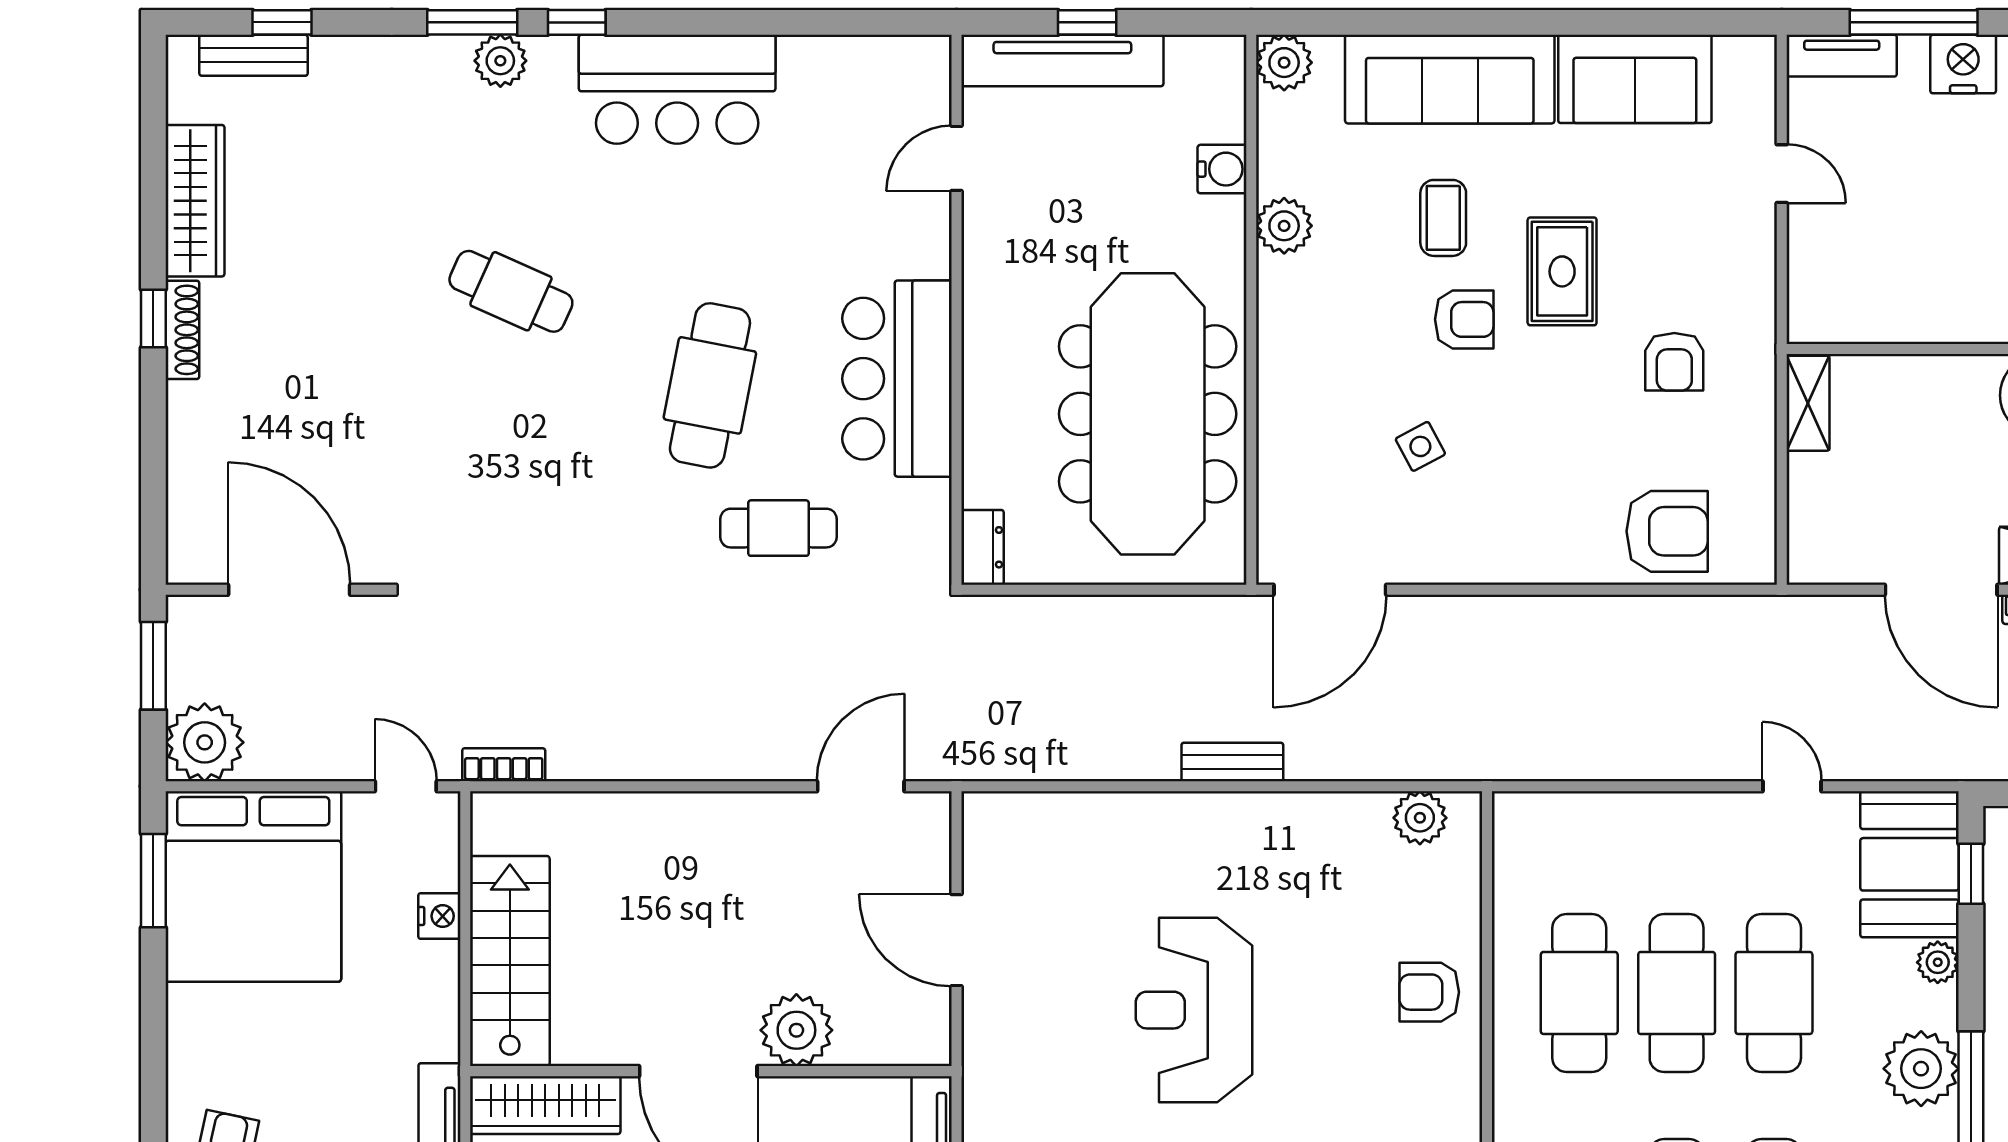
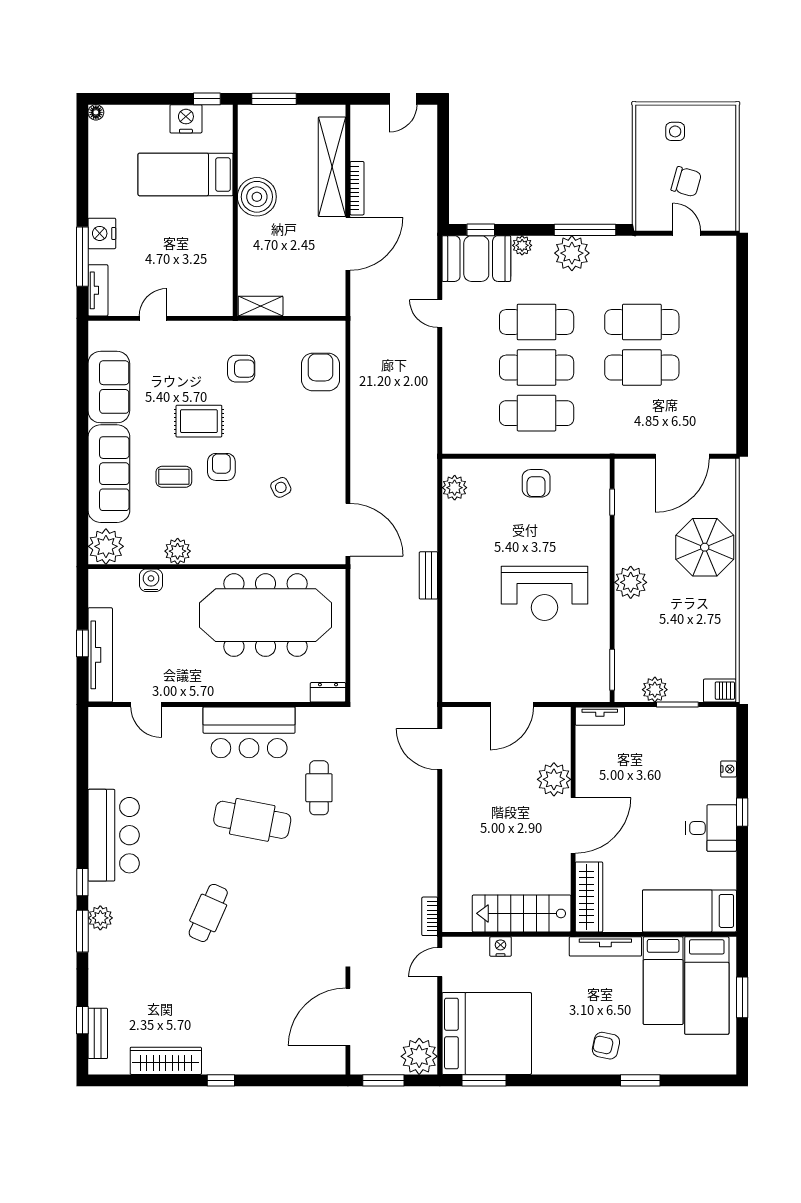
plant: (1284, 63) -> (106, 546), width x1.36, depth x1.36
shoe rack: (182, 330) -> (226, 1067), removed
door: (1792, 786) -> (440, 314), hinge flipped

